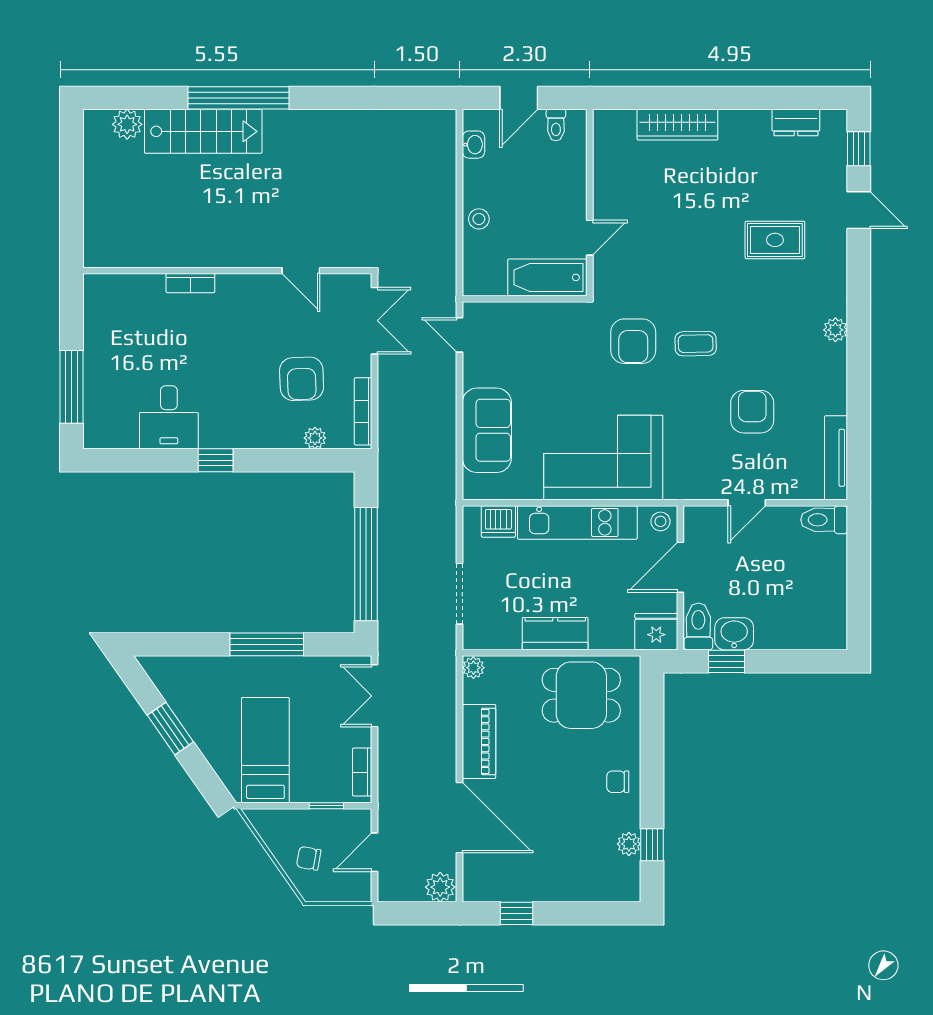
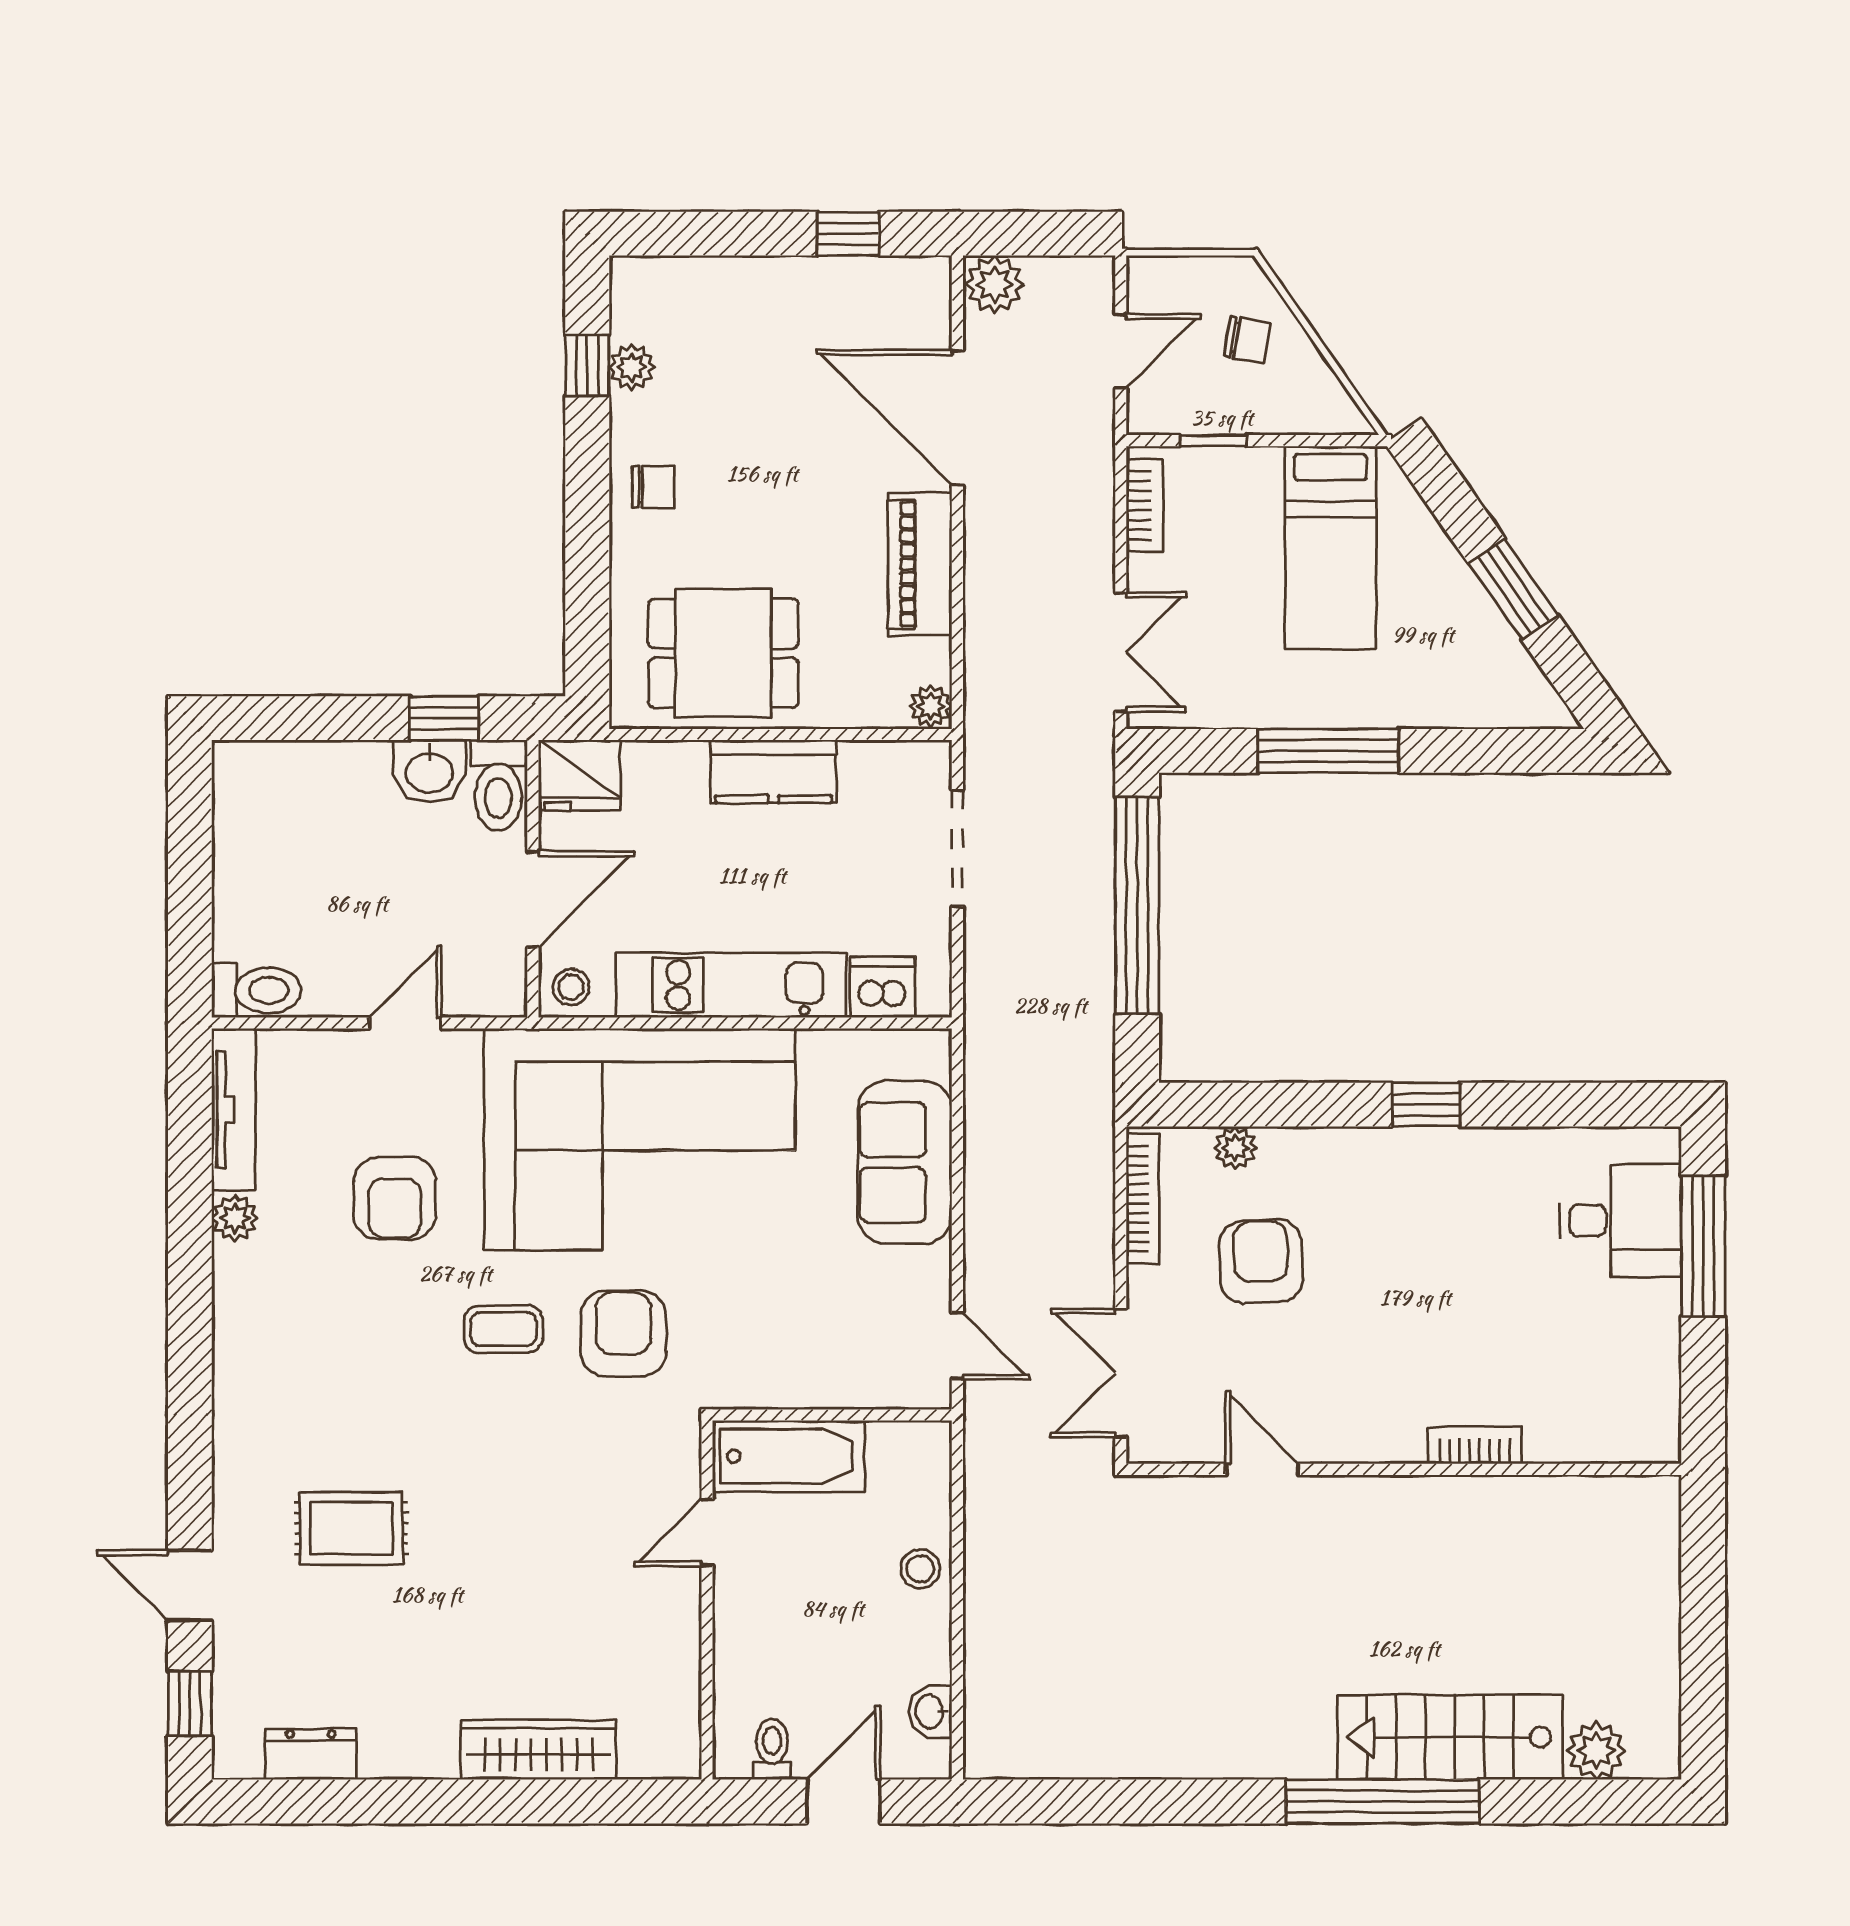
plant: (835, 330) -> (235, 1218), moved
desk: (169, 417) -> (1621, 1220), moved, turned 90
corner sofa: (603, 458) -> (640, 1139), width x1.36, depth x1.36

